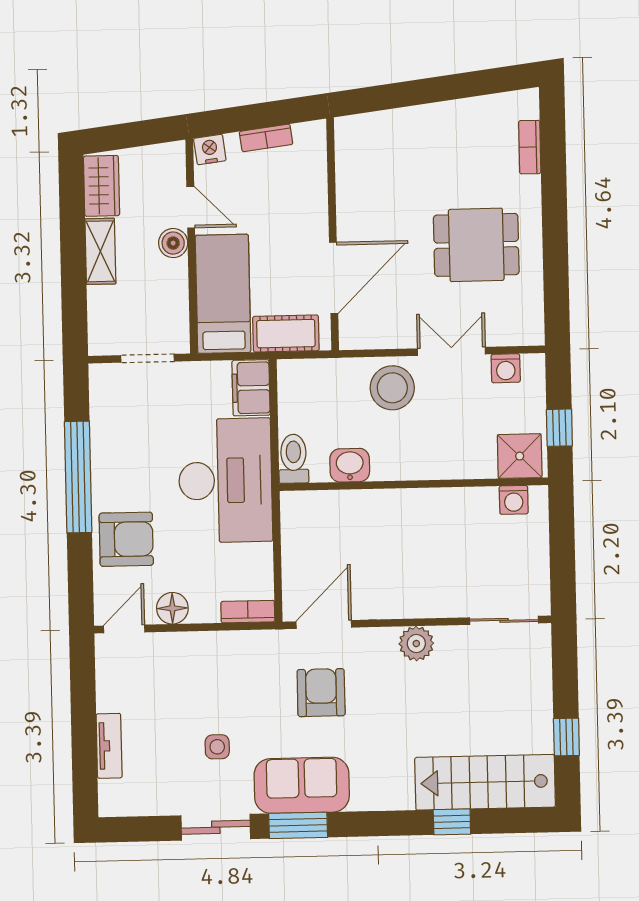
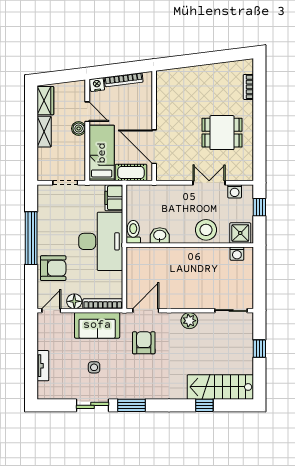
bookcase: (266, 138) -> (124, 80), width x1.56
door: (334, 278) -> (154, 147), swing flipped
stool: (392, 388) -> (206, 230), moved
window: (559, 428) -> (259, 207), moved
bookcase: (248, 612) -> (103, 304), width x1.56
window: (566, 737) -> (259, 349), moved
sofa: (302, 785) -> (97, 325), moved, turned 180

